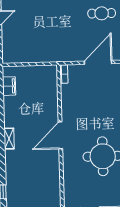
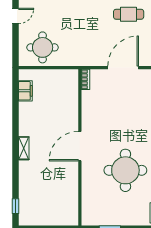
round table: (24, 46) -> (43, 47), added

